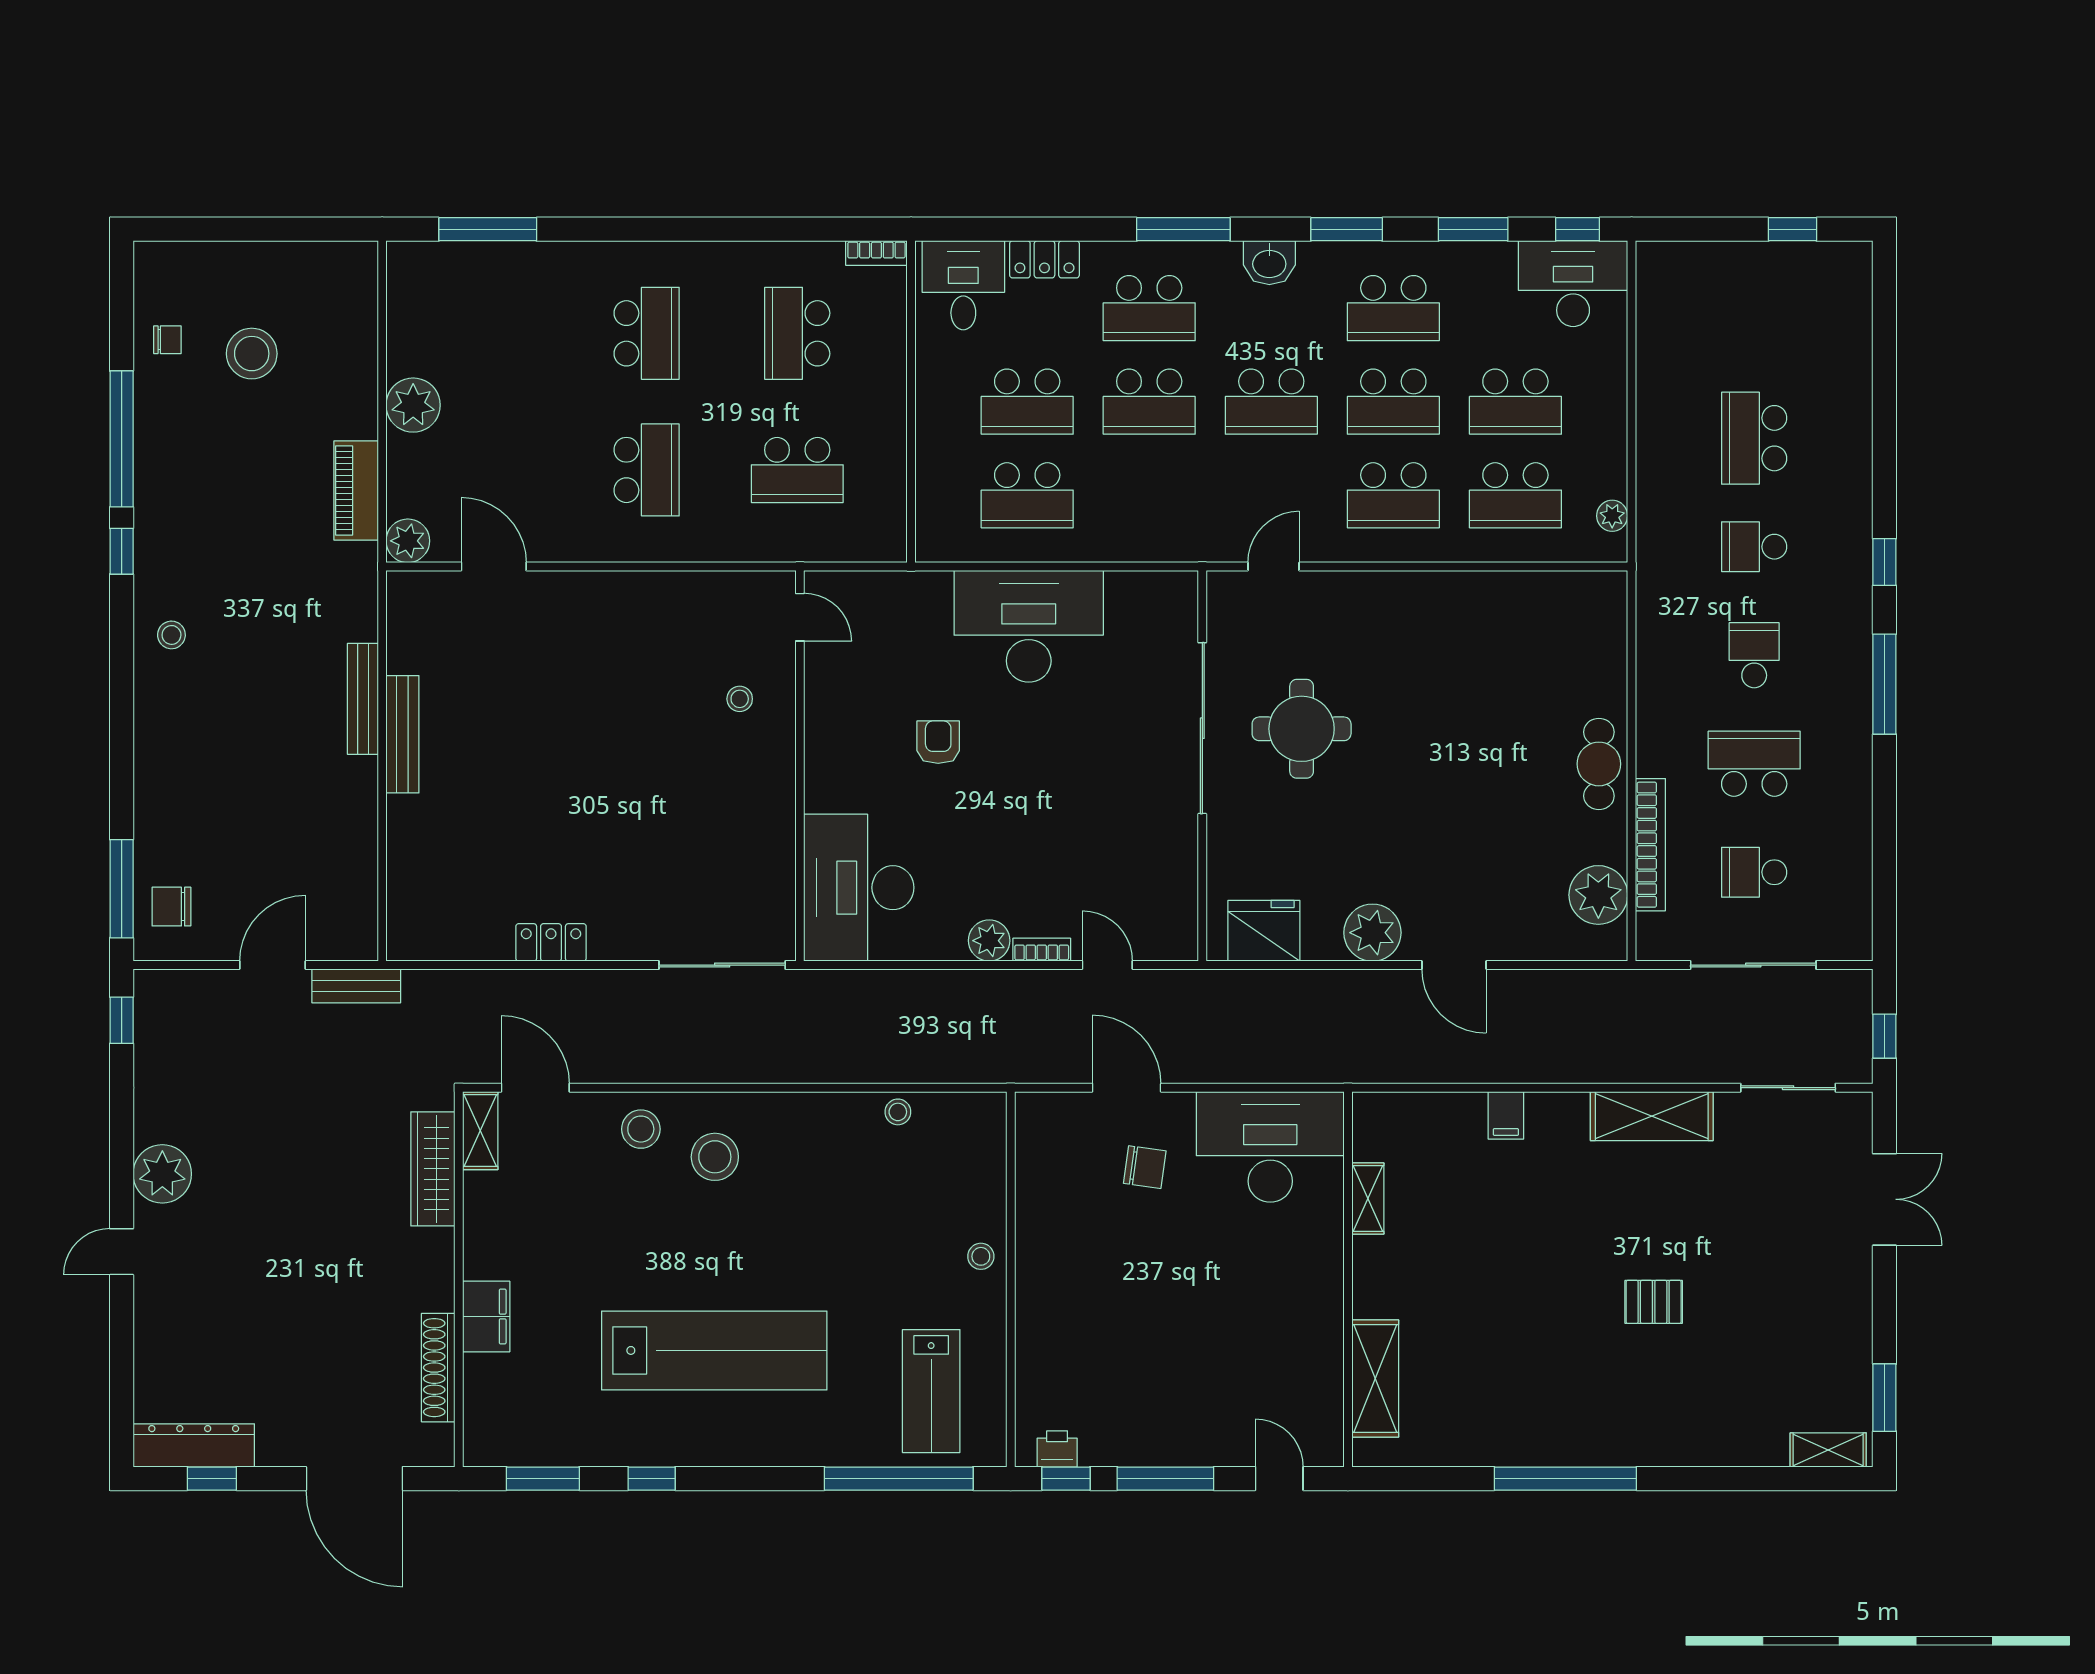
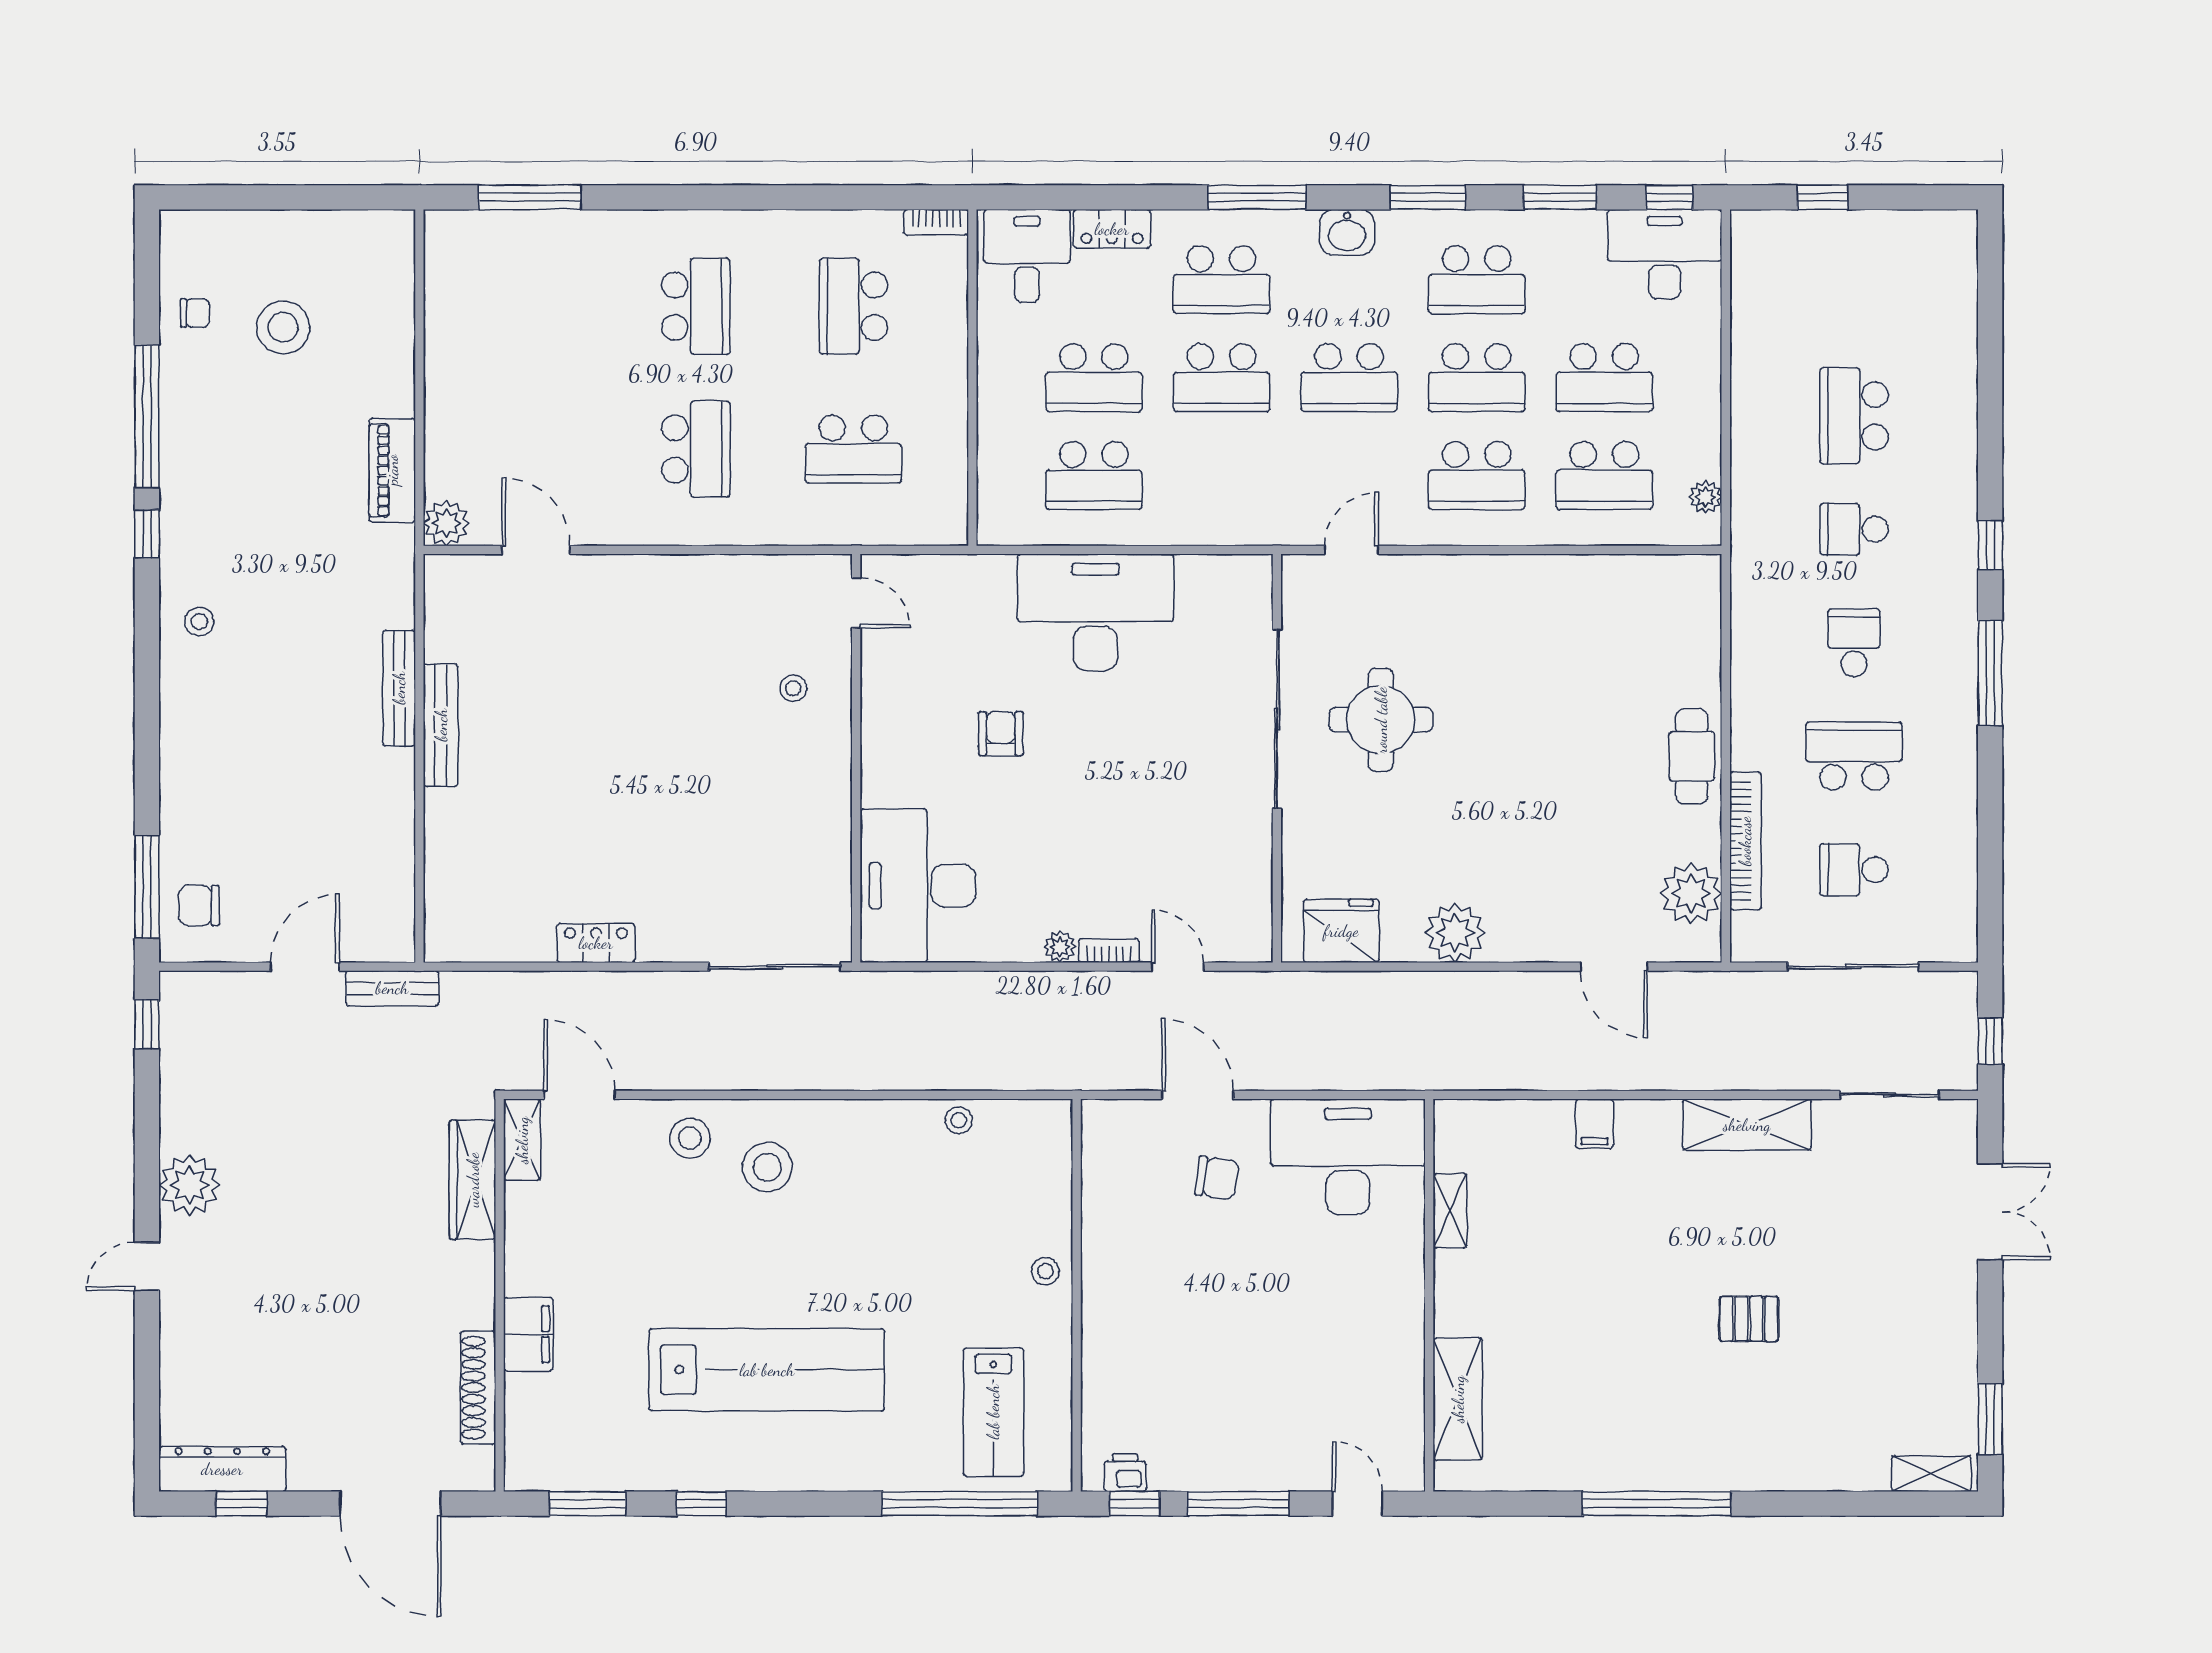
window: (1793, 229) -> (1822, 197), moved
plant: (413, 405) -> (452, 381), removed
plant: (989, 941) -> (1060, 947), width x0.73, depth x0.73
door: (1454, 965) -> (1614, 967), moved

